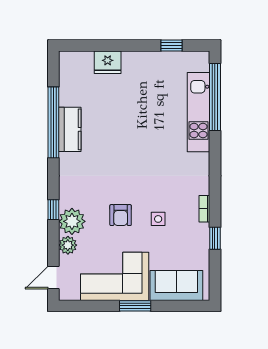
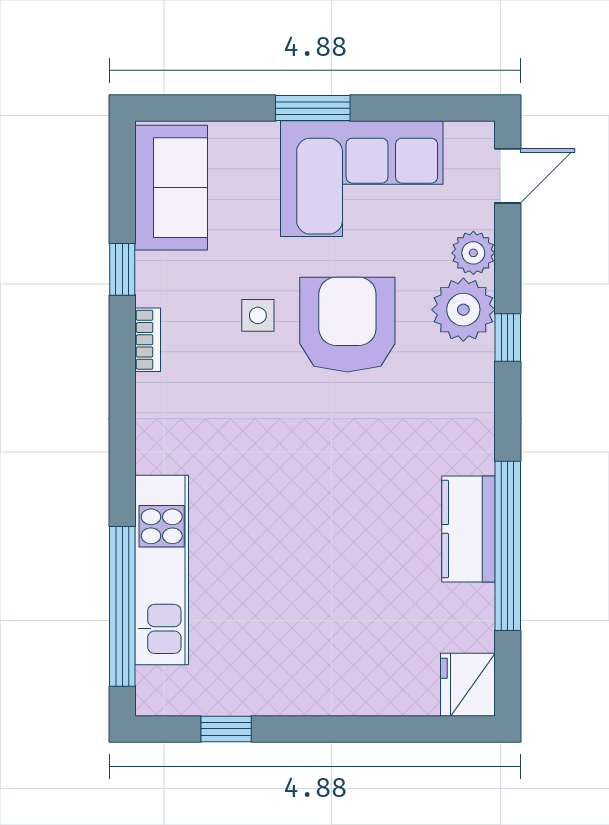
fridge: (108, 62) -> (468, 685), moved, turned -90
armchair: (121, 215) -> (347, 325), width x1.88, depth x1.88
sofa: (176, 285) -> (171, 188), moved, turned -90

